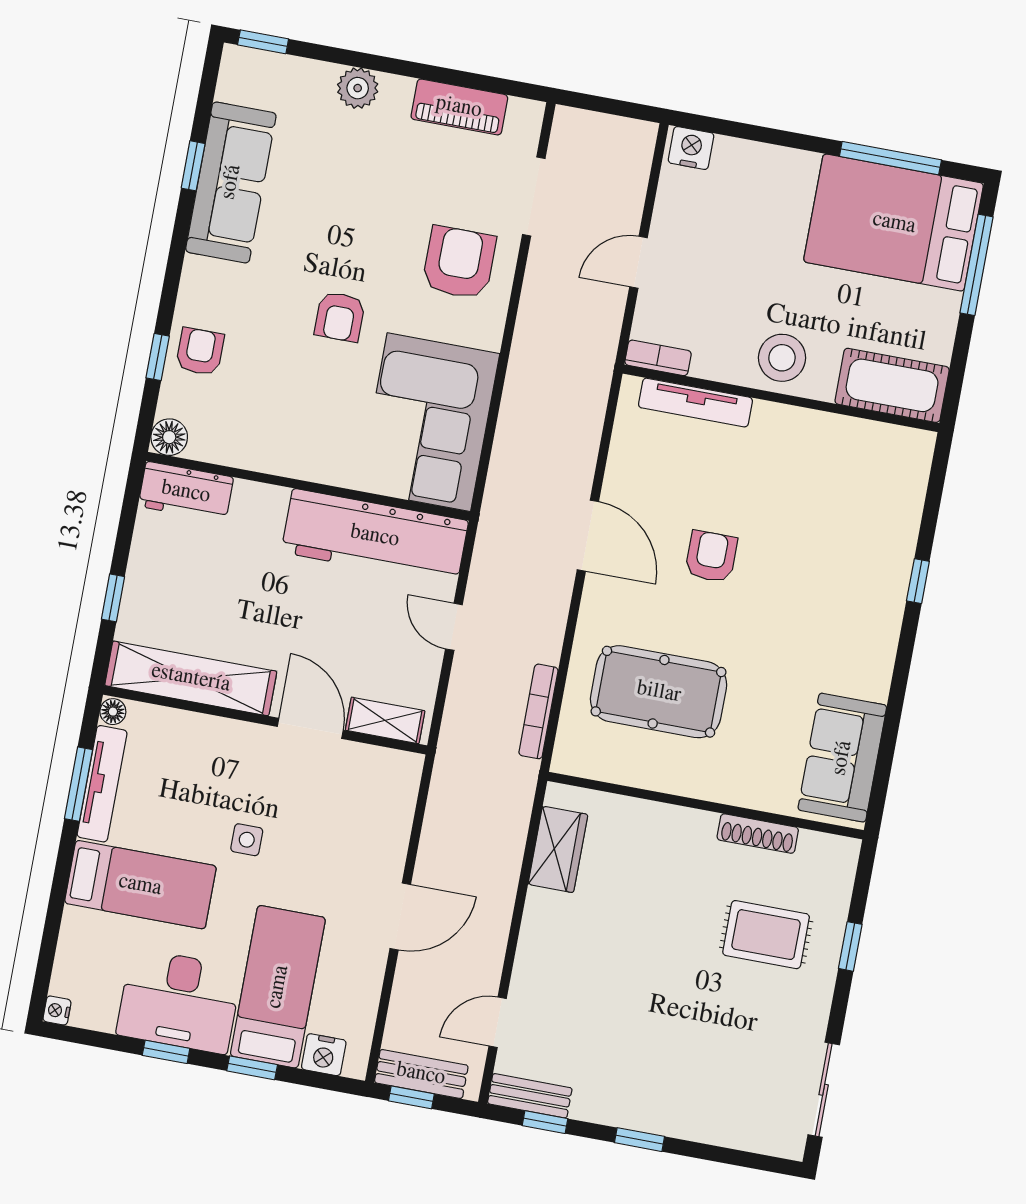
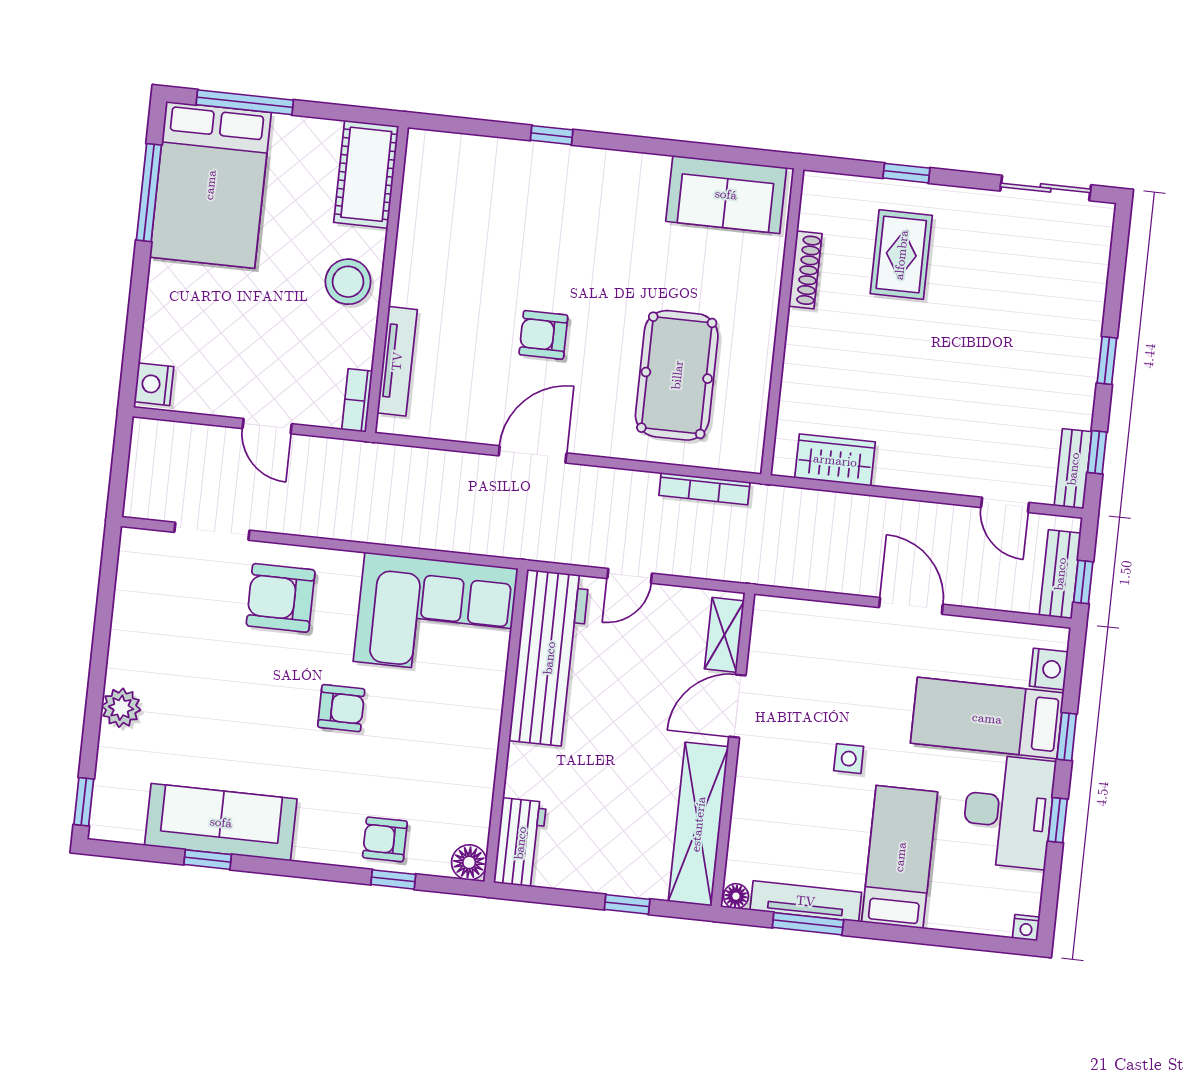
piano: (459, 107) -> (132, 609), removed

